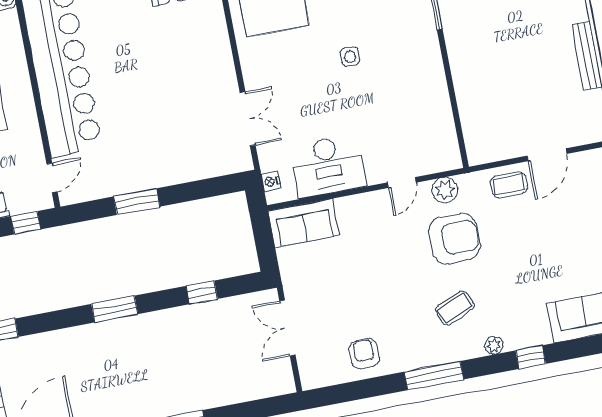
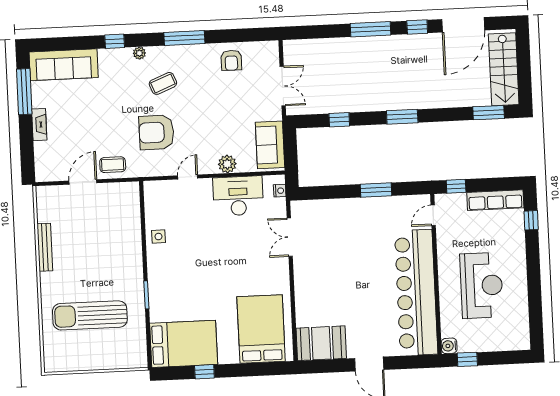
side table: (350, 57) -> (159, 237), moved
plant: (445, 190) -> (227, 164), moved
sofa: (304, 223) -> (270, 145), moved, turned -90

